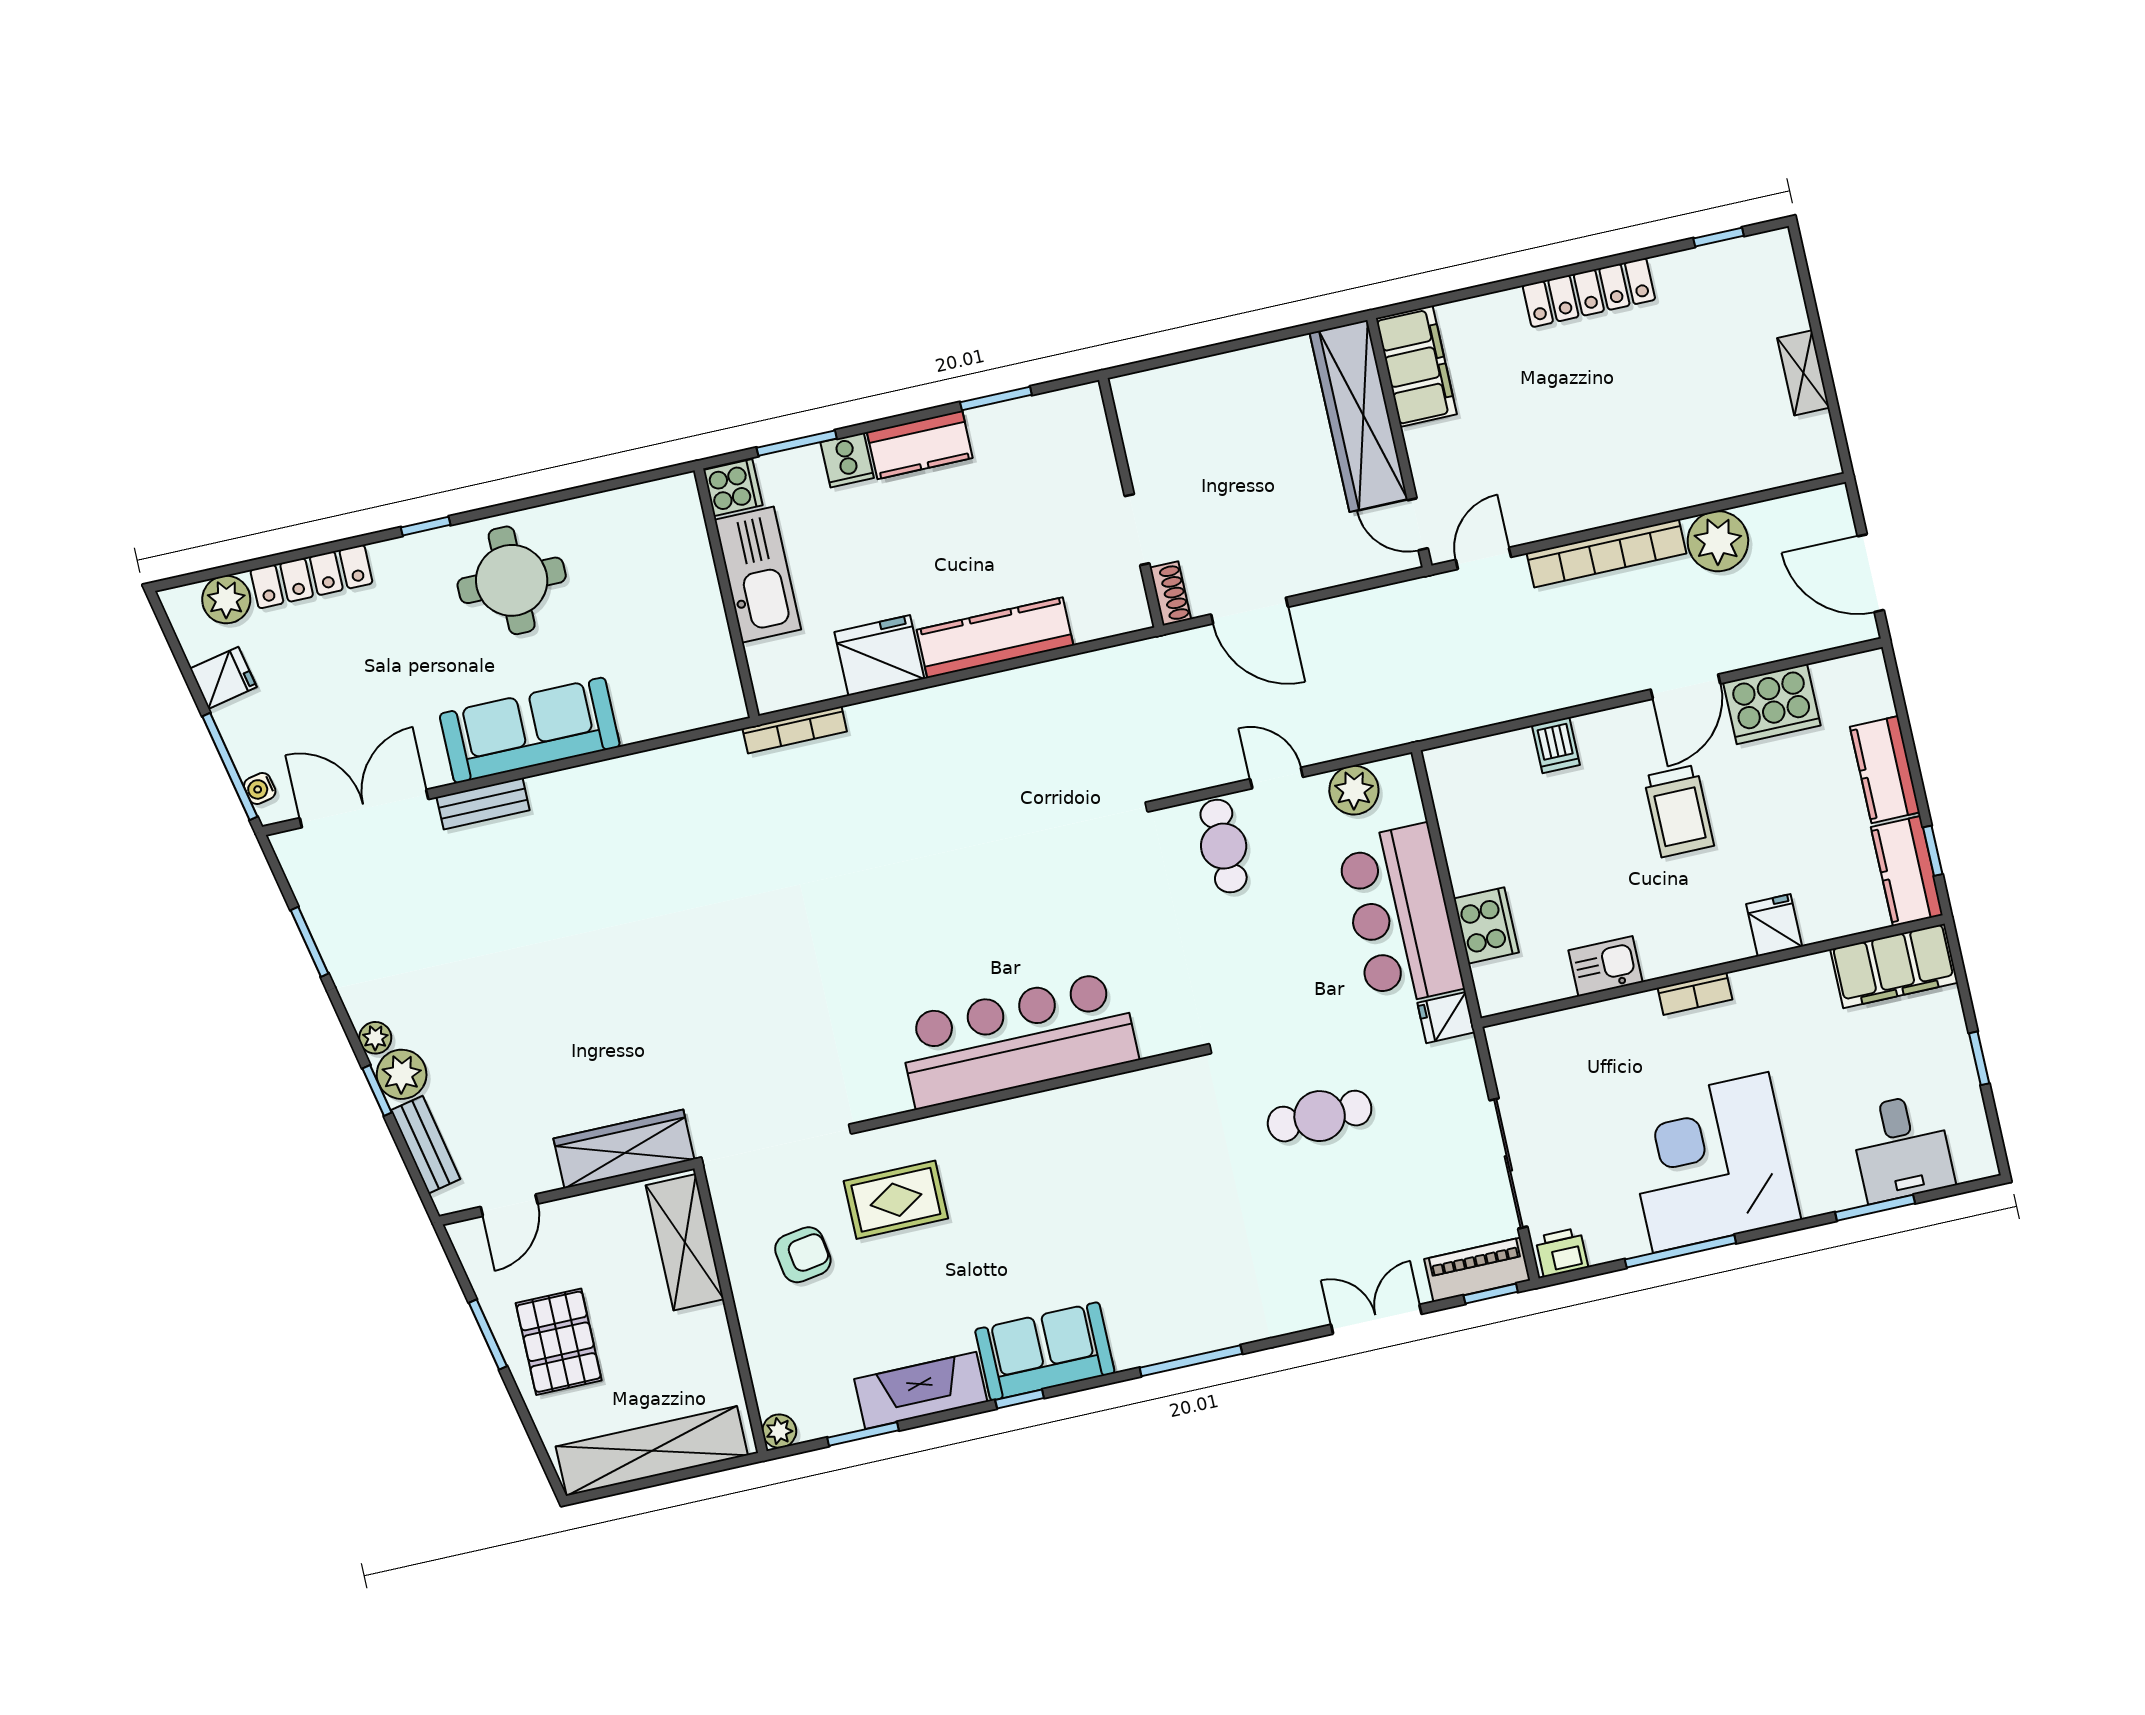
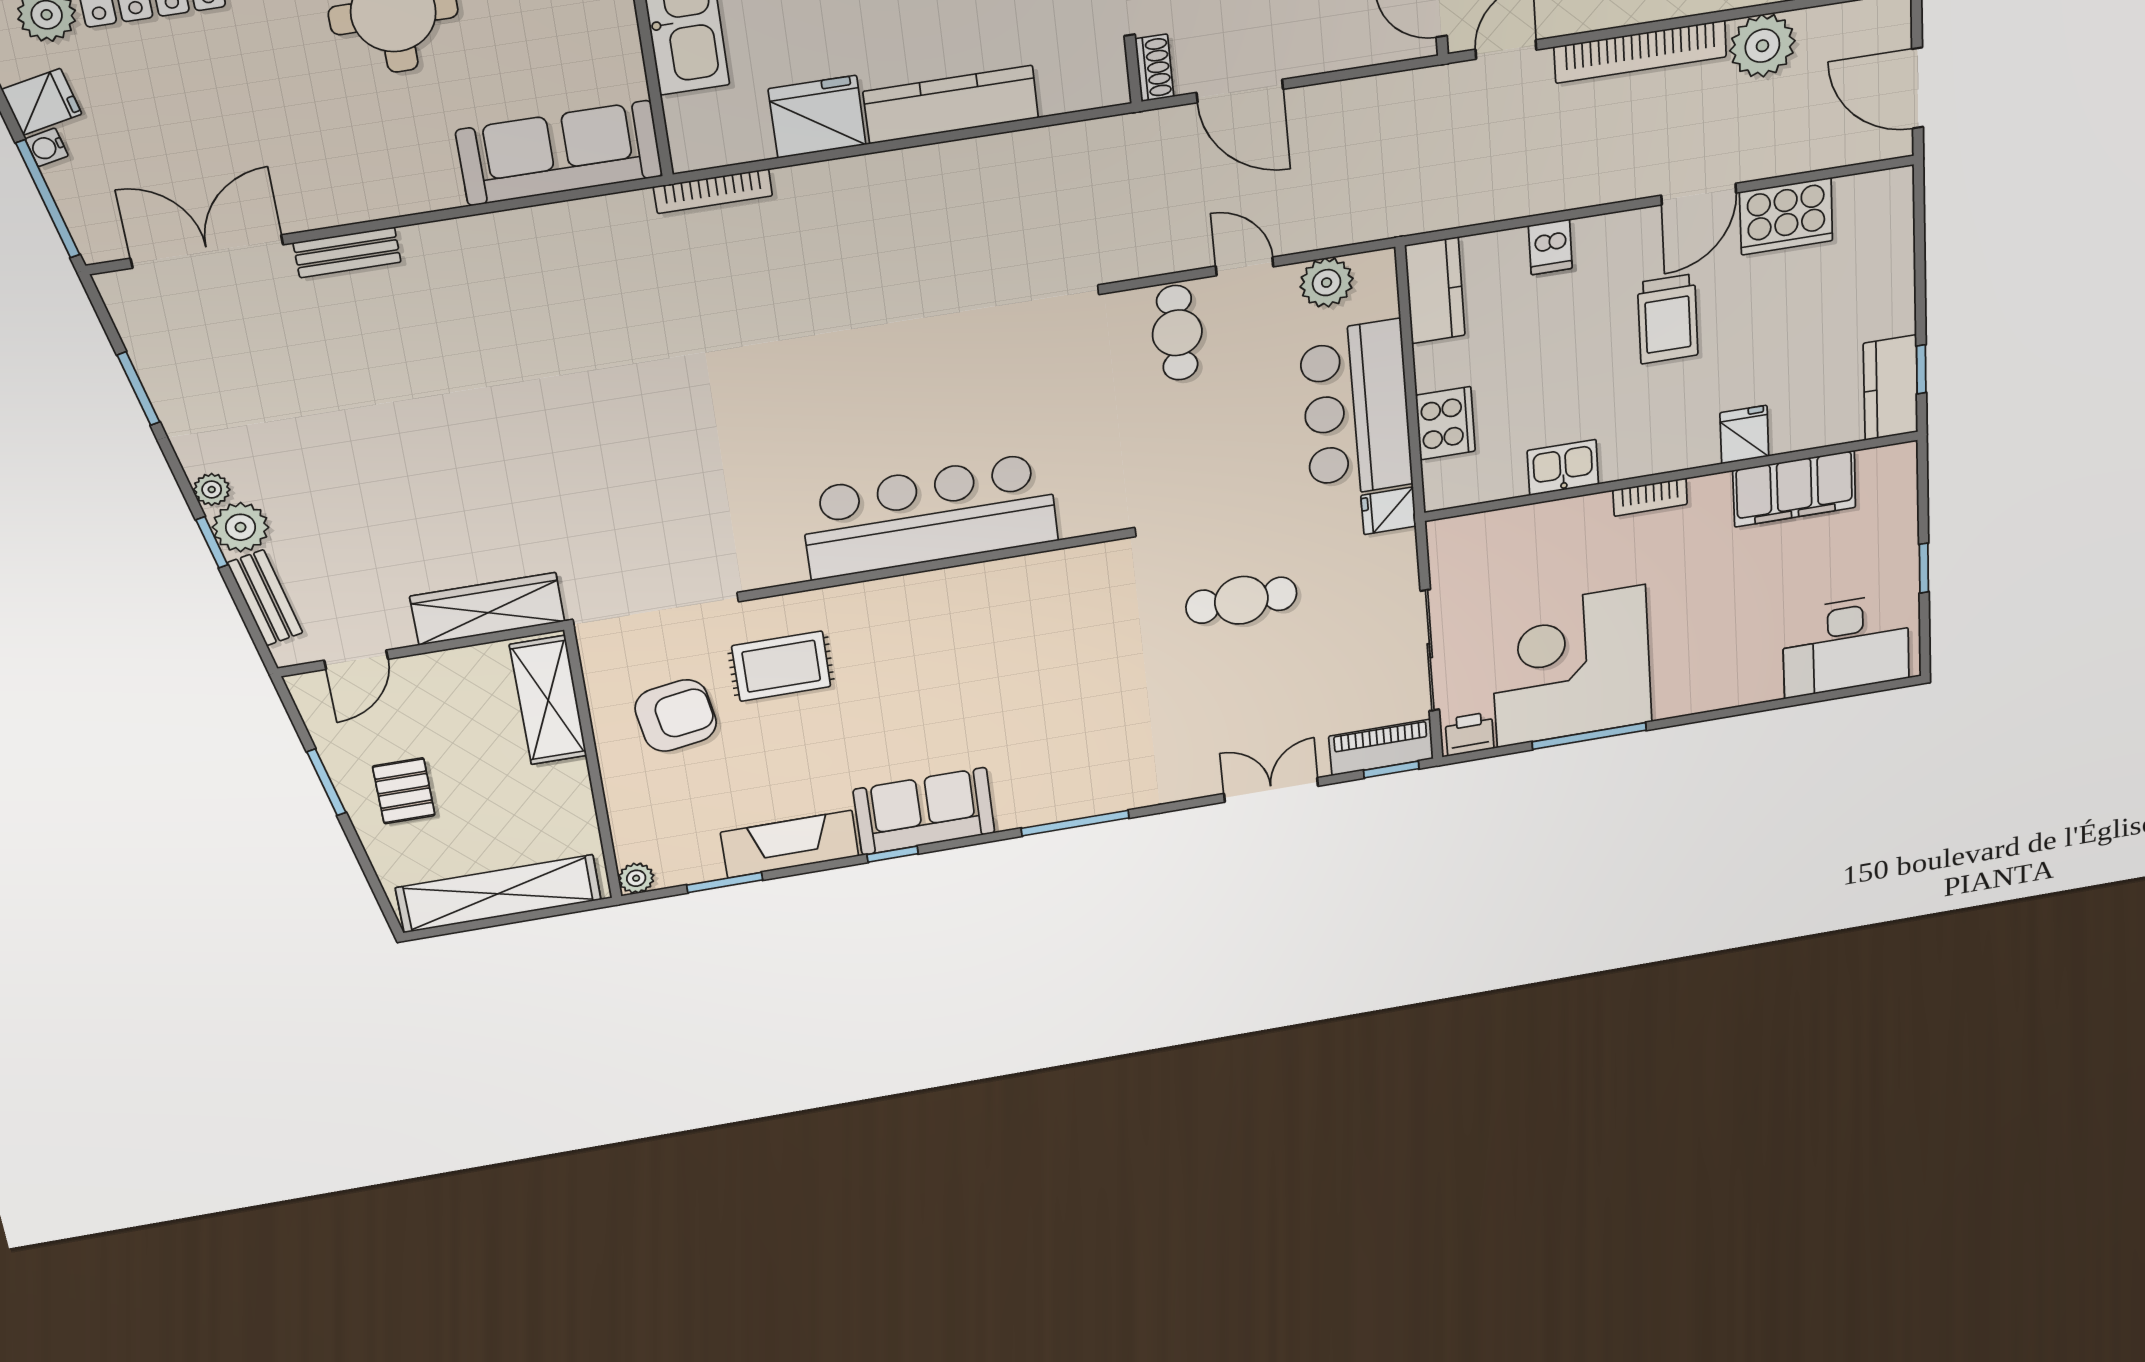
sofa: (530, 730) -> (559, 153), moved
kitchen counter: (1885, 770) -> (1435, 290), moved, turned 180
water cooler: (260, 789) -> (47, 147), moved
filing cabinet: (1894, 966) -> (1794, 489), moved
desk: (1902, 1148) -> (1846, 645), width x1.37
corner desk: (1711, 1162) -> (1571, 666), moved
window: (1875, 1208) -> (1791, 702), removed
armchair: (803, 1255) -> (676, 716), width x1.38, depth x1.38
pallet: (559, 1342) -> (404, 791), width x0.67, depth x0.71

